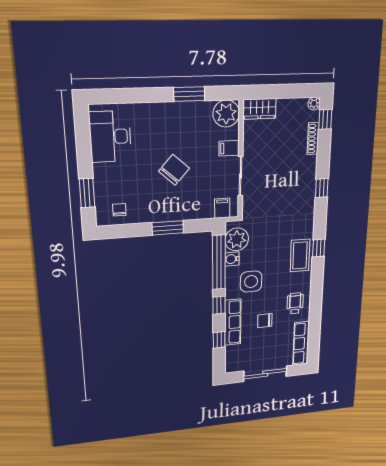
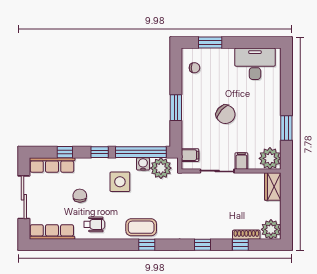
plant: (314, 104) -> (271, 229), width x1.87, depth x1.87
window: (325, 119) -> (240, 245), moved
row of seats: (233, 322) -> (52, 165), moved

